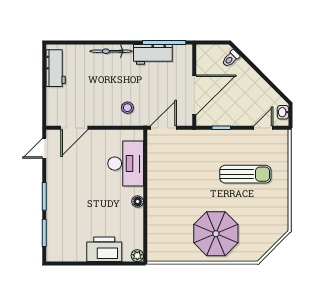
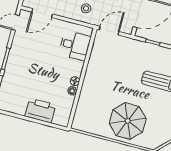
desk: (126, 164) -> (75, 46), width x0.73
plant: (137, 256) -> (72, 91), moved

